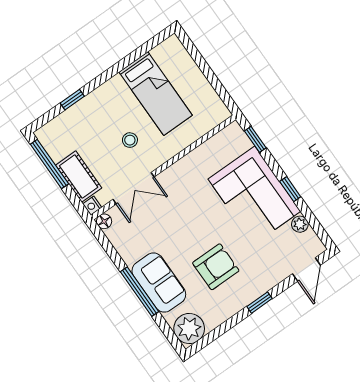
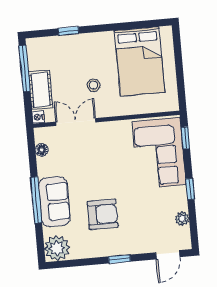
bed: (156, 94) -> (140, 61), width x1.50
double door: (134, 188) -> (76, 122), swing flipped
corner sofa: (254, 195) -> (159, 153), moved
floor lamp: (104, 221) -> (42, 150), moved

